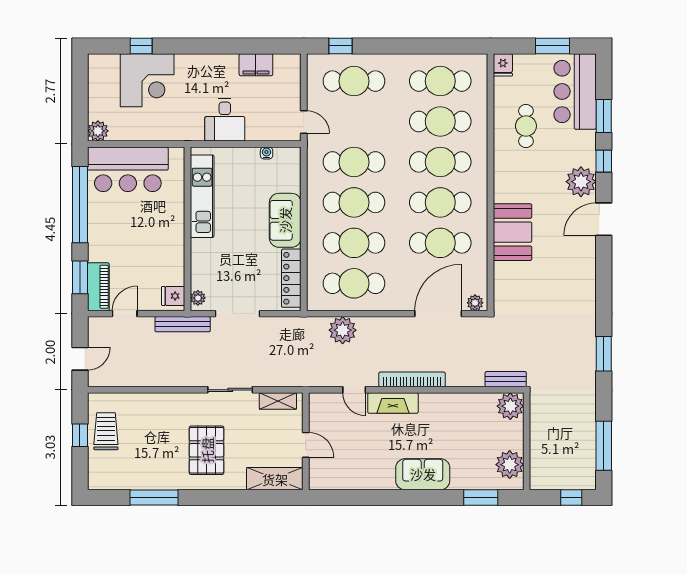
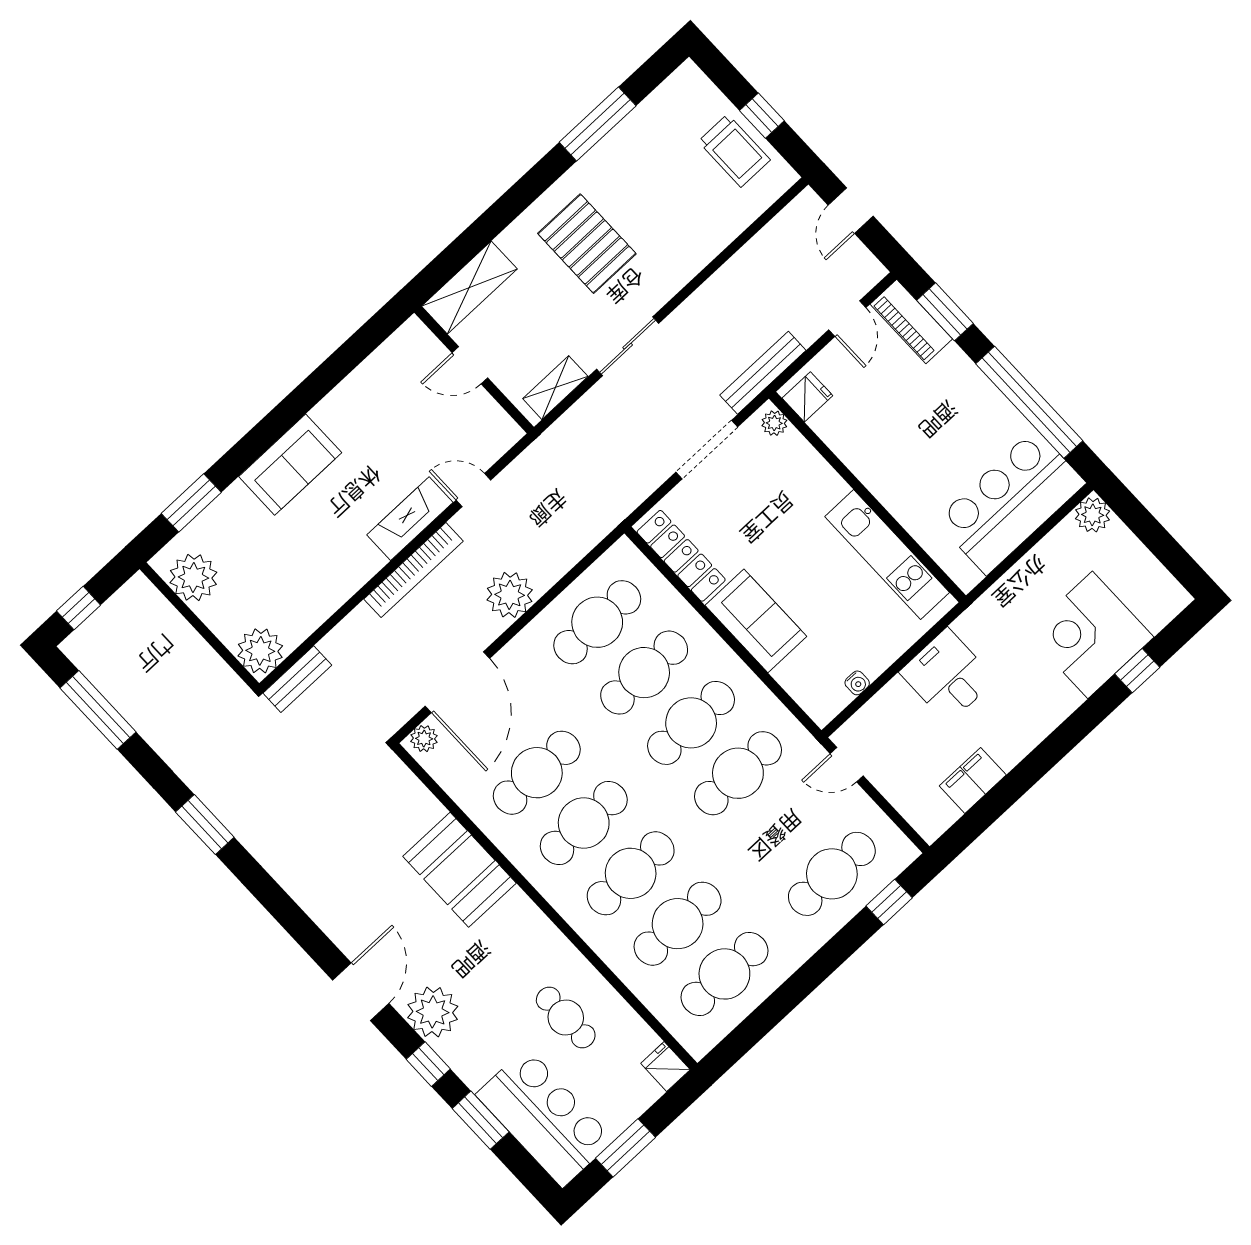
plant: (343, 330) -> (510, 595), moved

